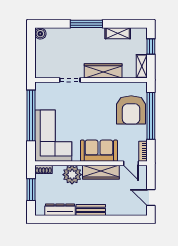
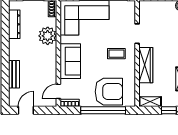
coffee table: (91, 102) -> (116, 54), added
armchair: (131, 110) -> (109, 92), turned 180
wardrobe: (101, 172) -> (50, 63), removed
bench: (91, 210) -> (14, 74), moved

